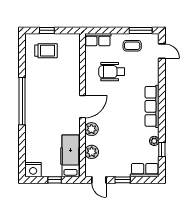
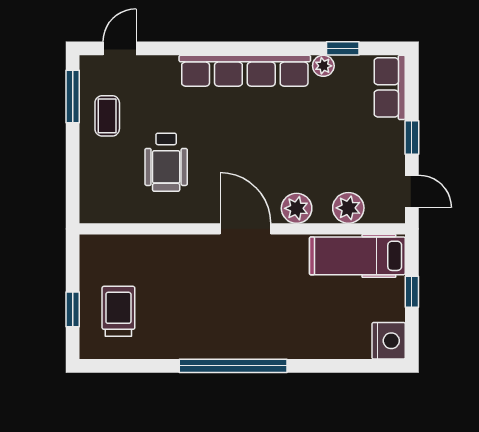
row of seats: (98, 40) -> (94, 194), removed
row of seats: (152, 106) -> (245, 71), width x1.36
door: (99, 180) -> (412, 191), hinge flipped

